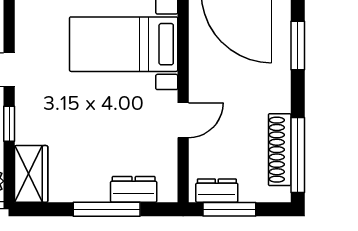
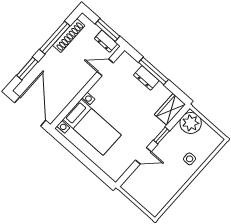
door: (183, 120) -> (105, 67), moved
window: (298, 155) -> (55, 38), moved
dresser: (134, 189) -> (146, 78), moved

